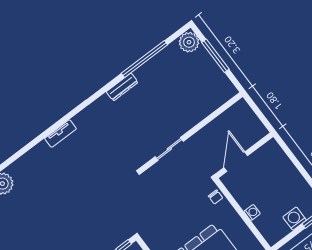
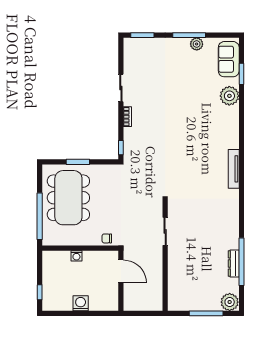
dresser: (122, 87) -> (234, 264), moved
tv unit: (60, 134) -> (234, 169), width x1.41
washing machine: (295, 219) -> (81, 303), moved, turned -90

